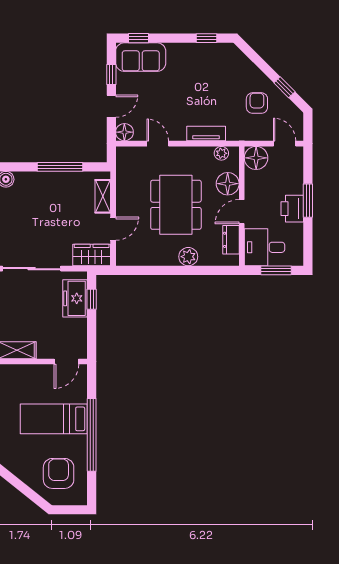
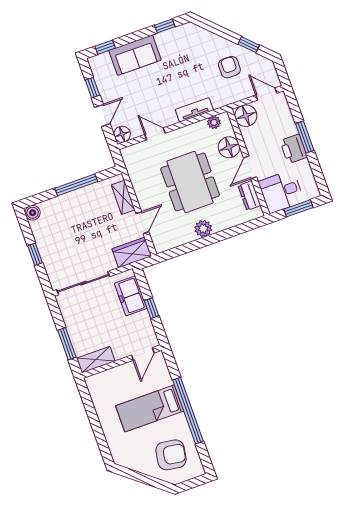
sofa: (141, 57) -> (135, 55), moved
plant: (188, 257) -> (203, 229), moved
window: (92, 299) -> (152, 308), moved
armchair: (59, 473) -> (171, 455), turned 99

